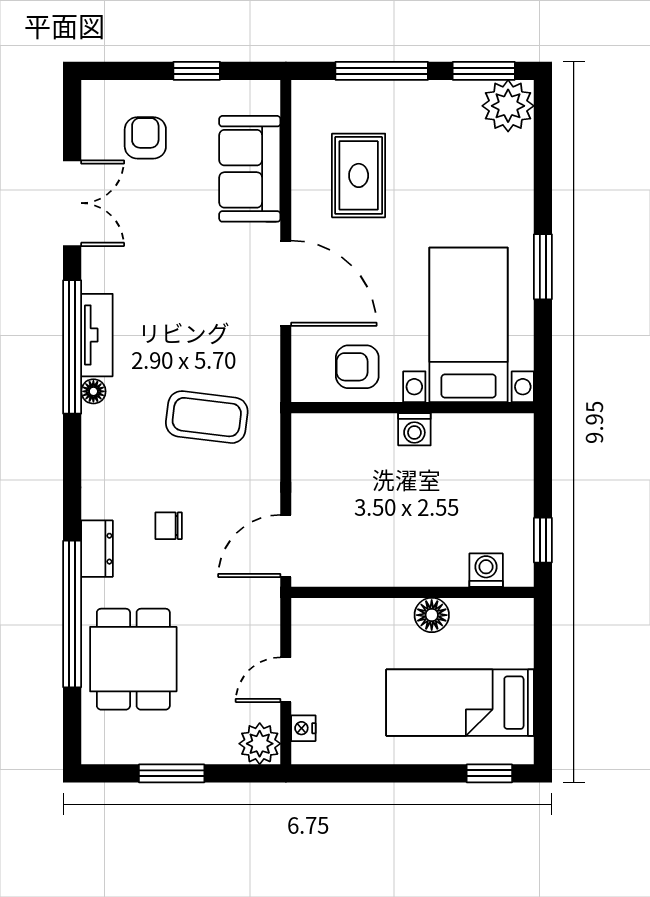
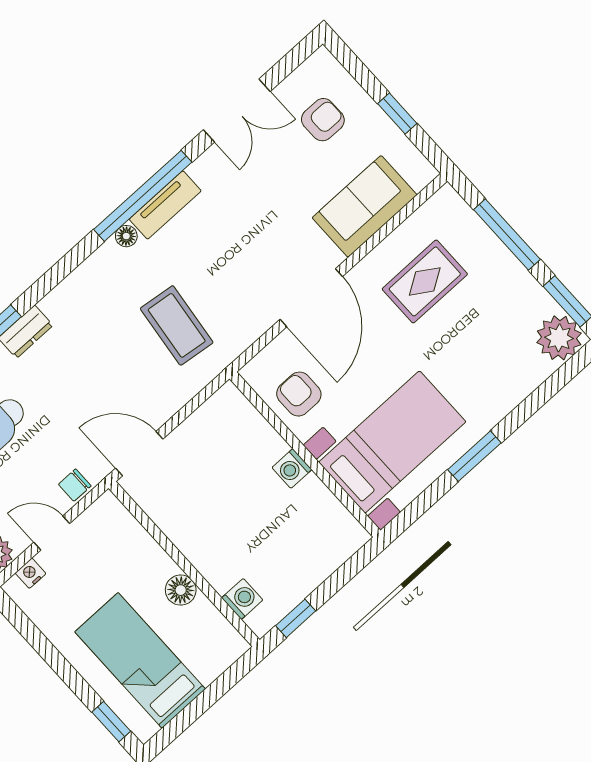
chair: (169, 526) -> (75, 485), moved, turned -90

